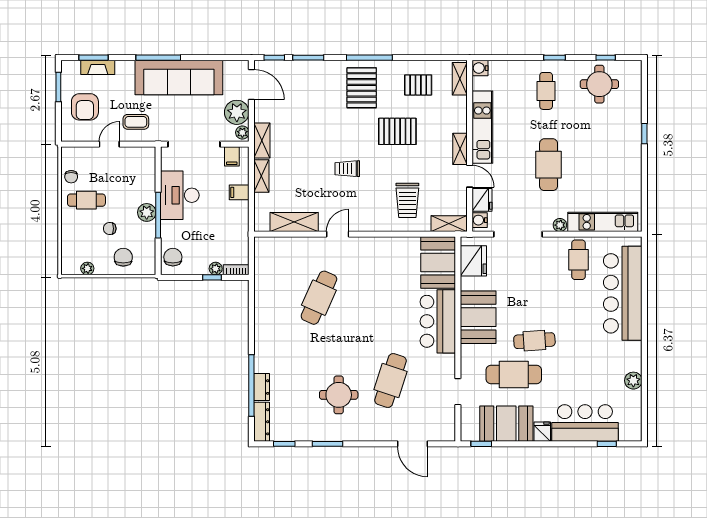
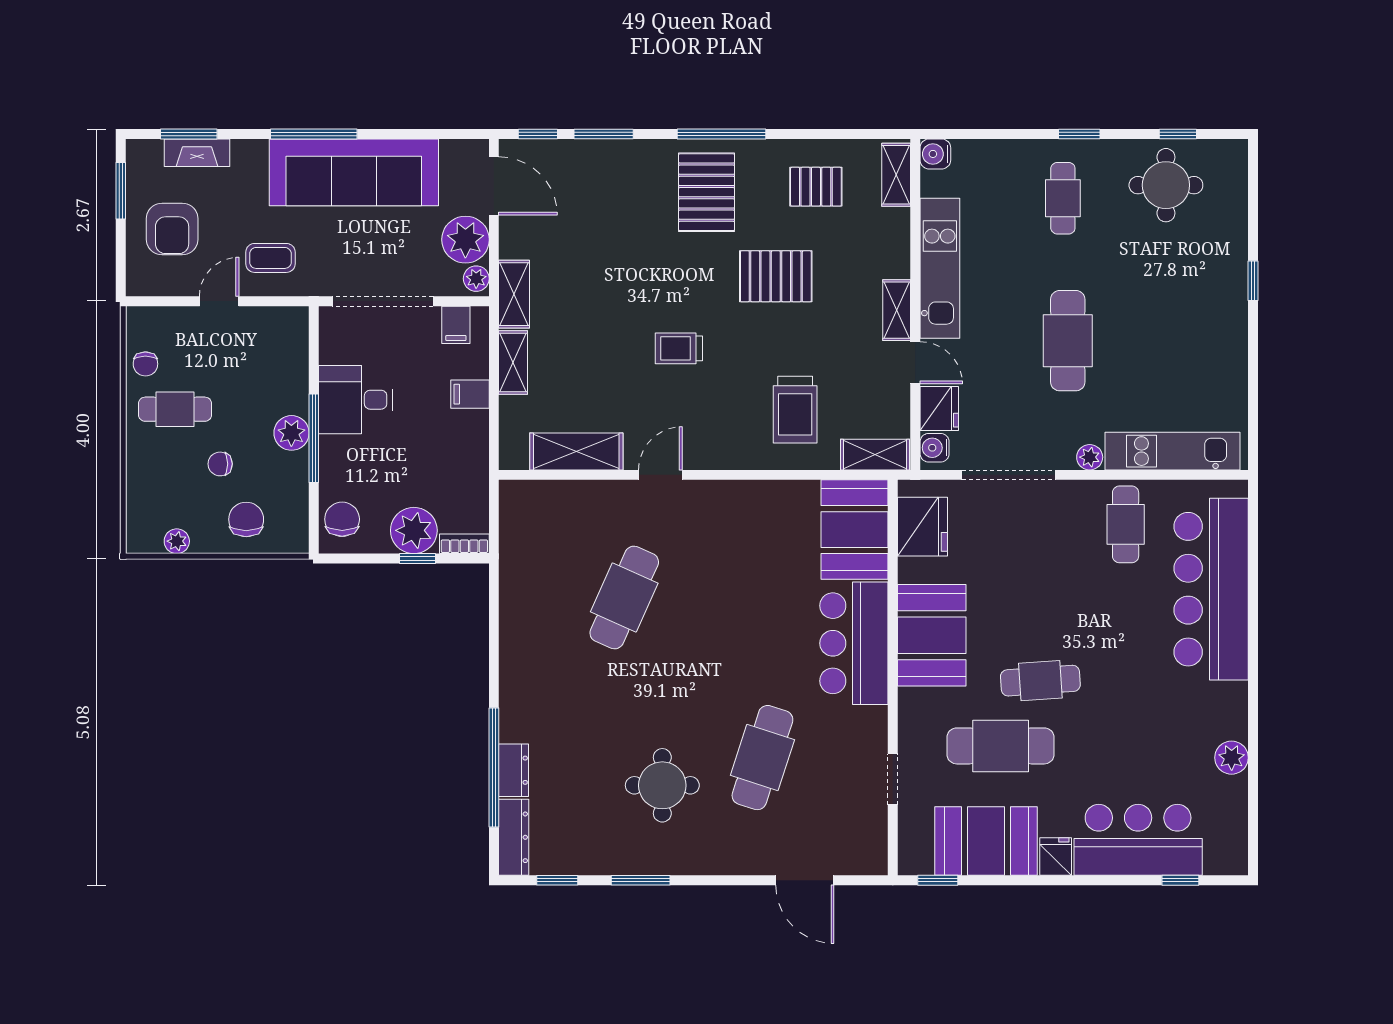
desk: (180, 195) -> (356, 400), width x0.73
plant: (216, 269) -> (414, 530), width x1.88, depth x1.88

